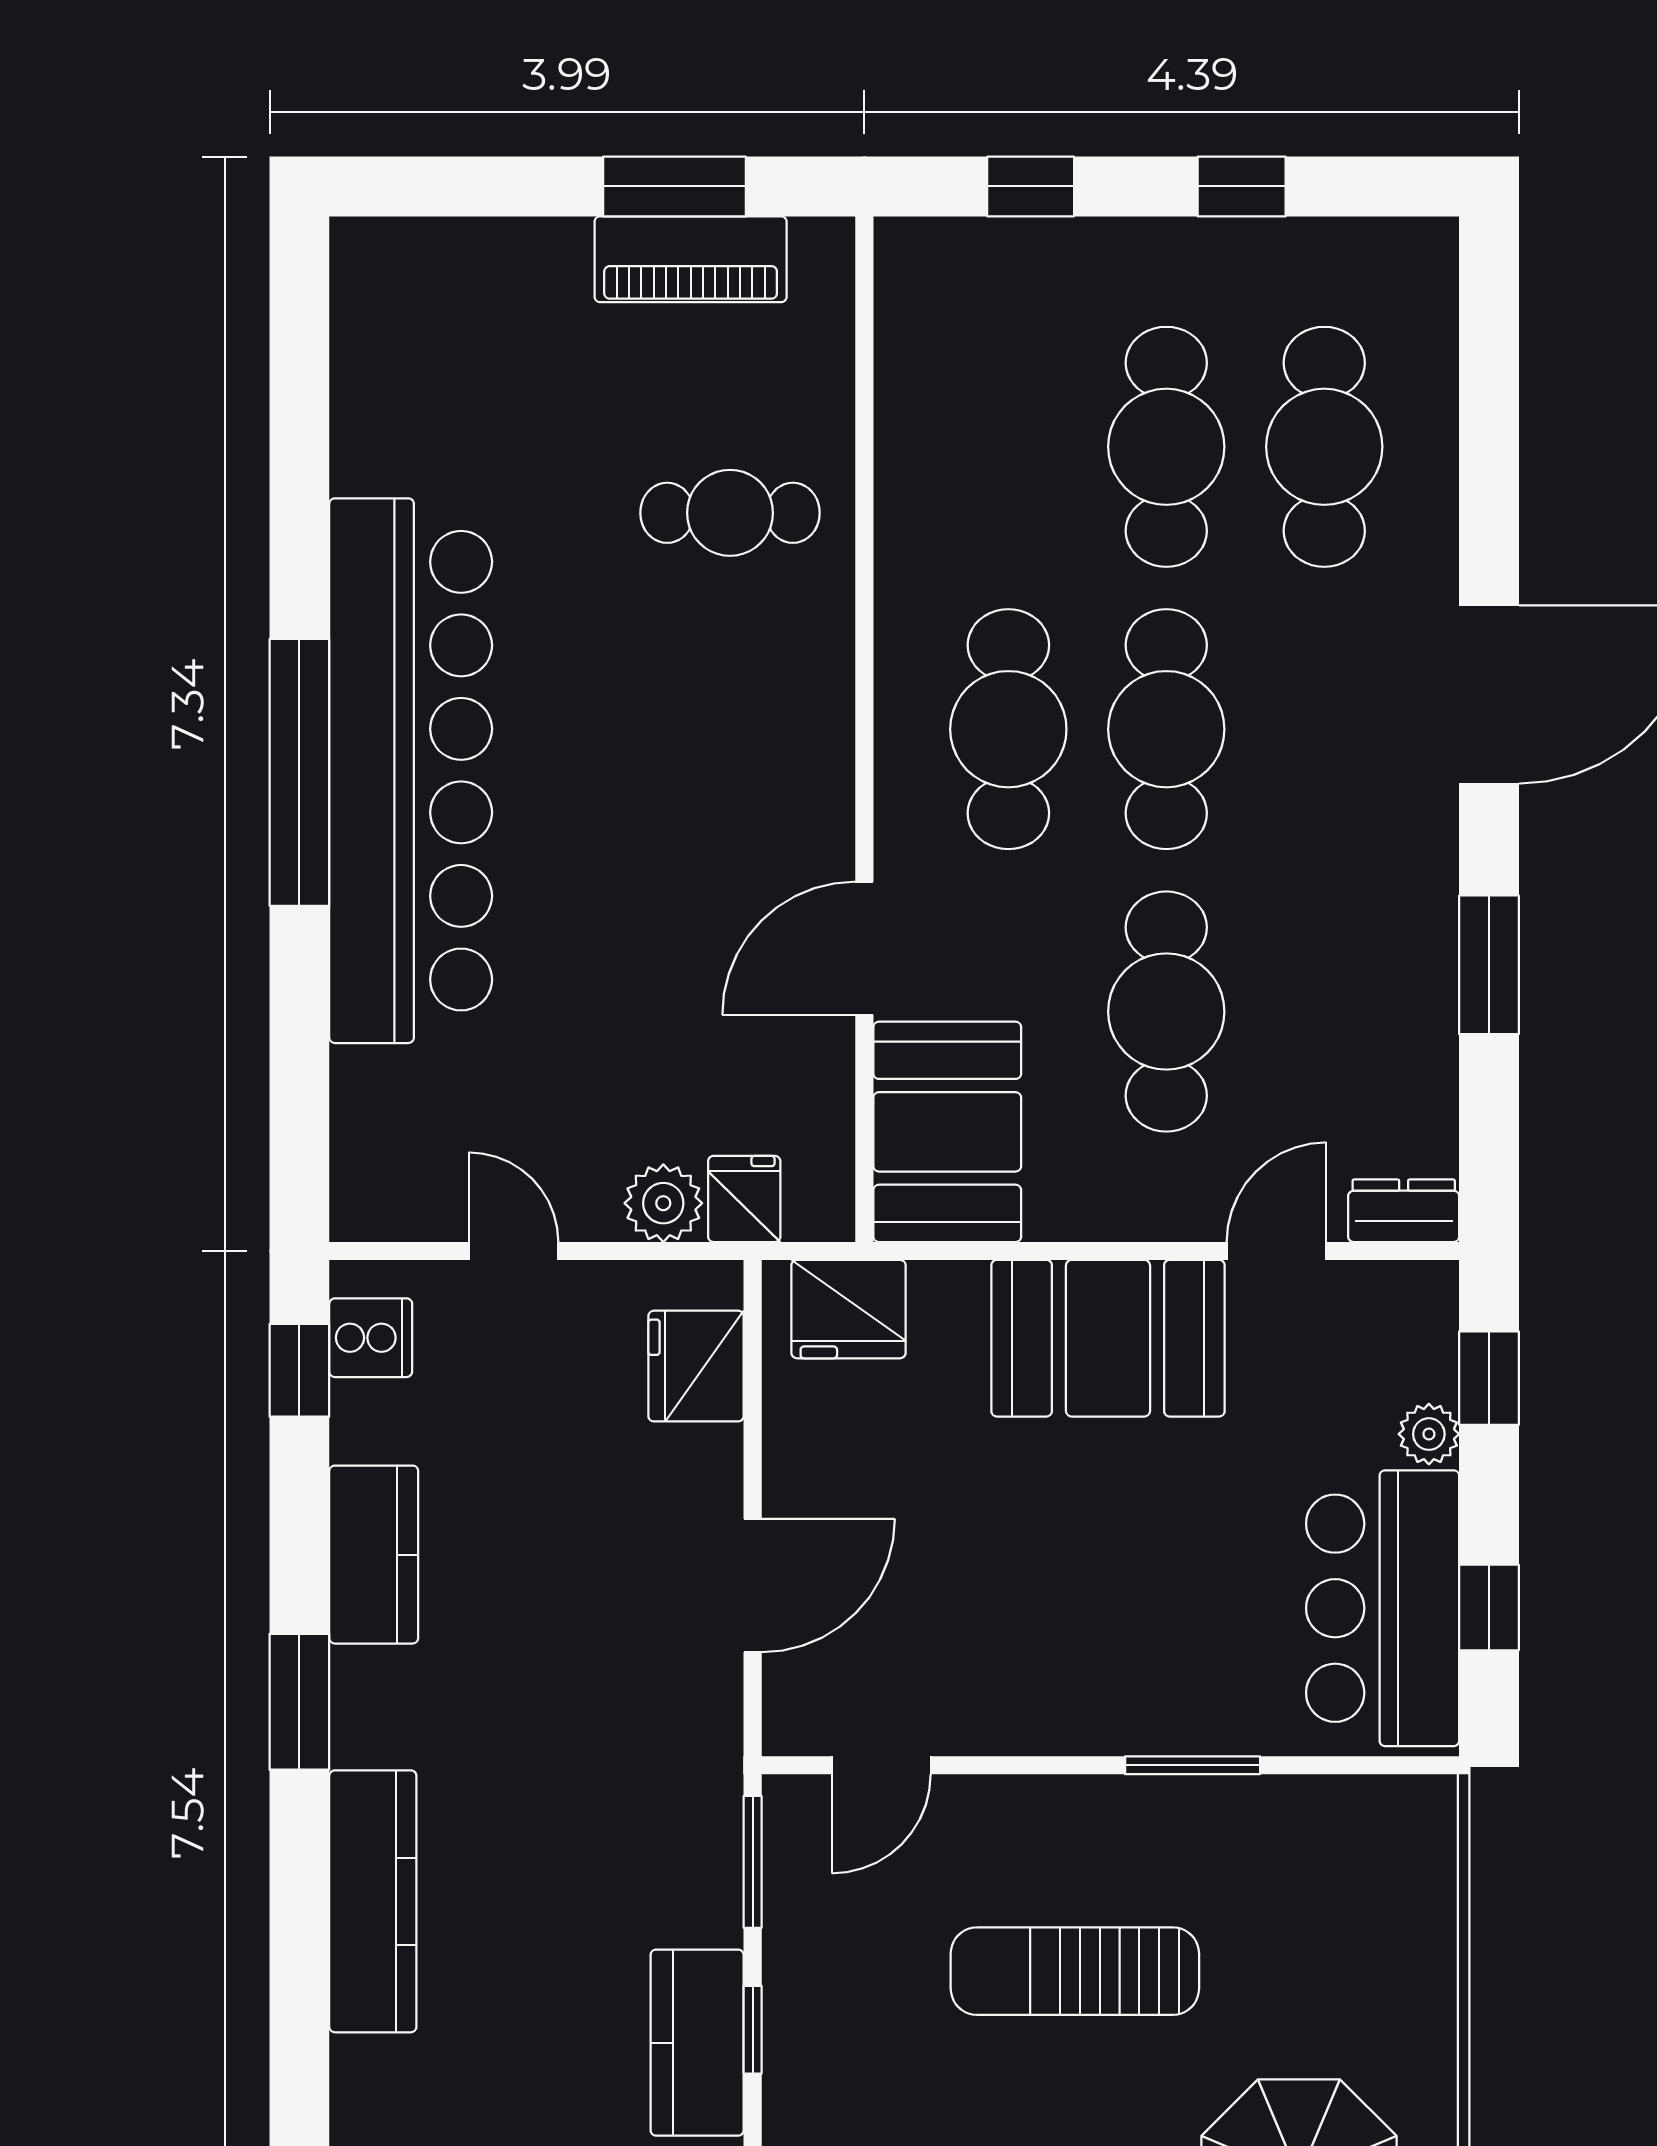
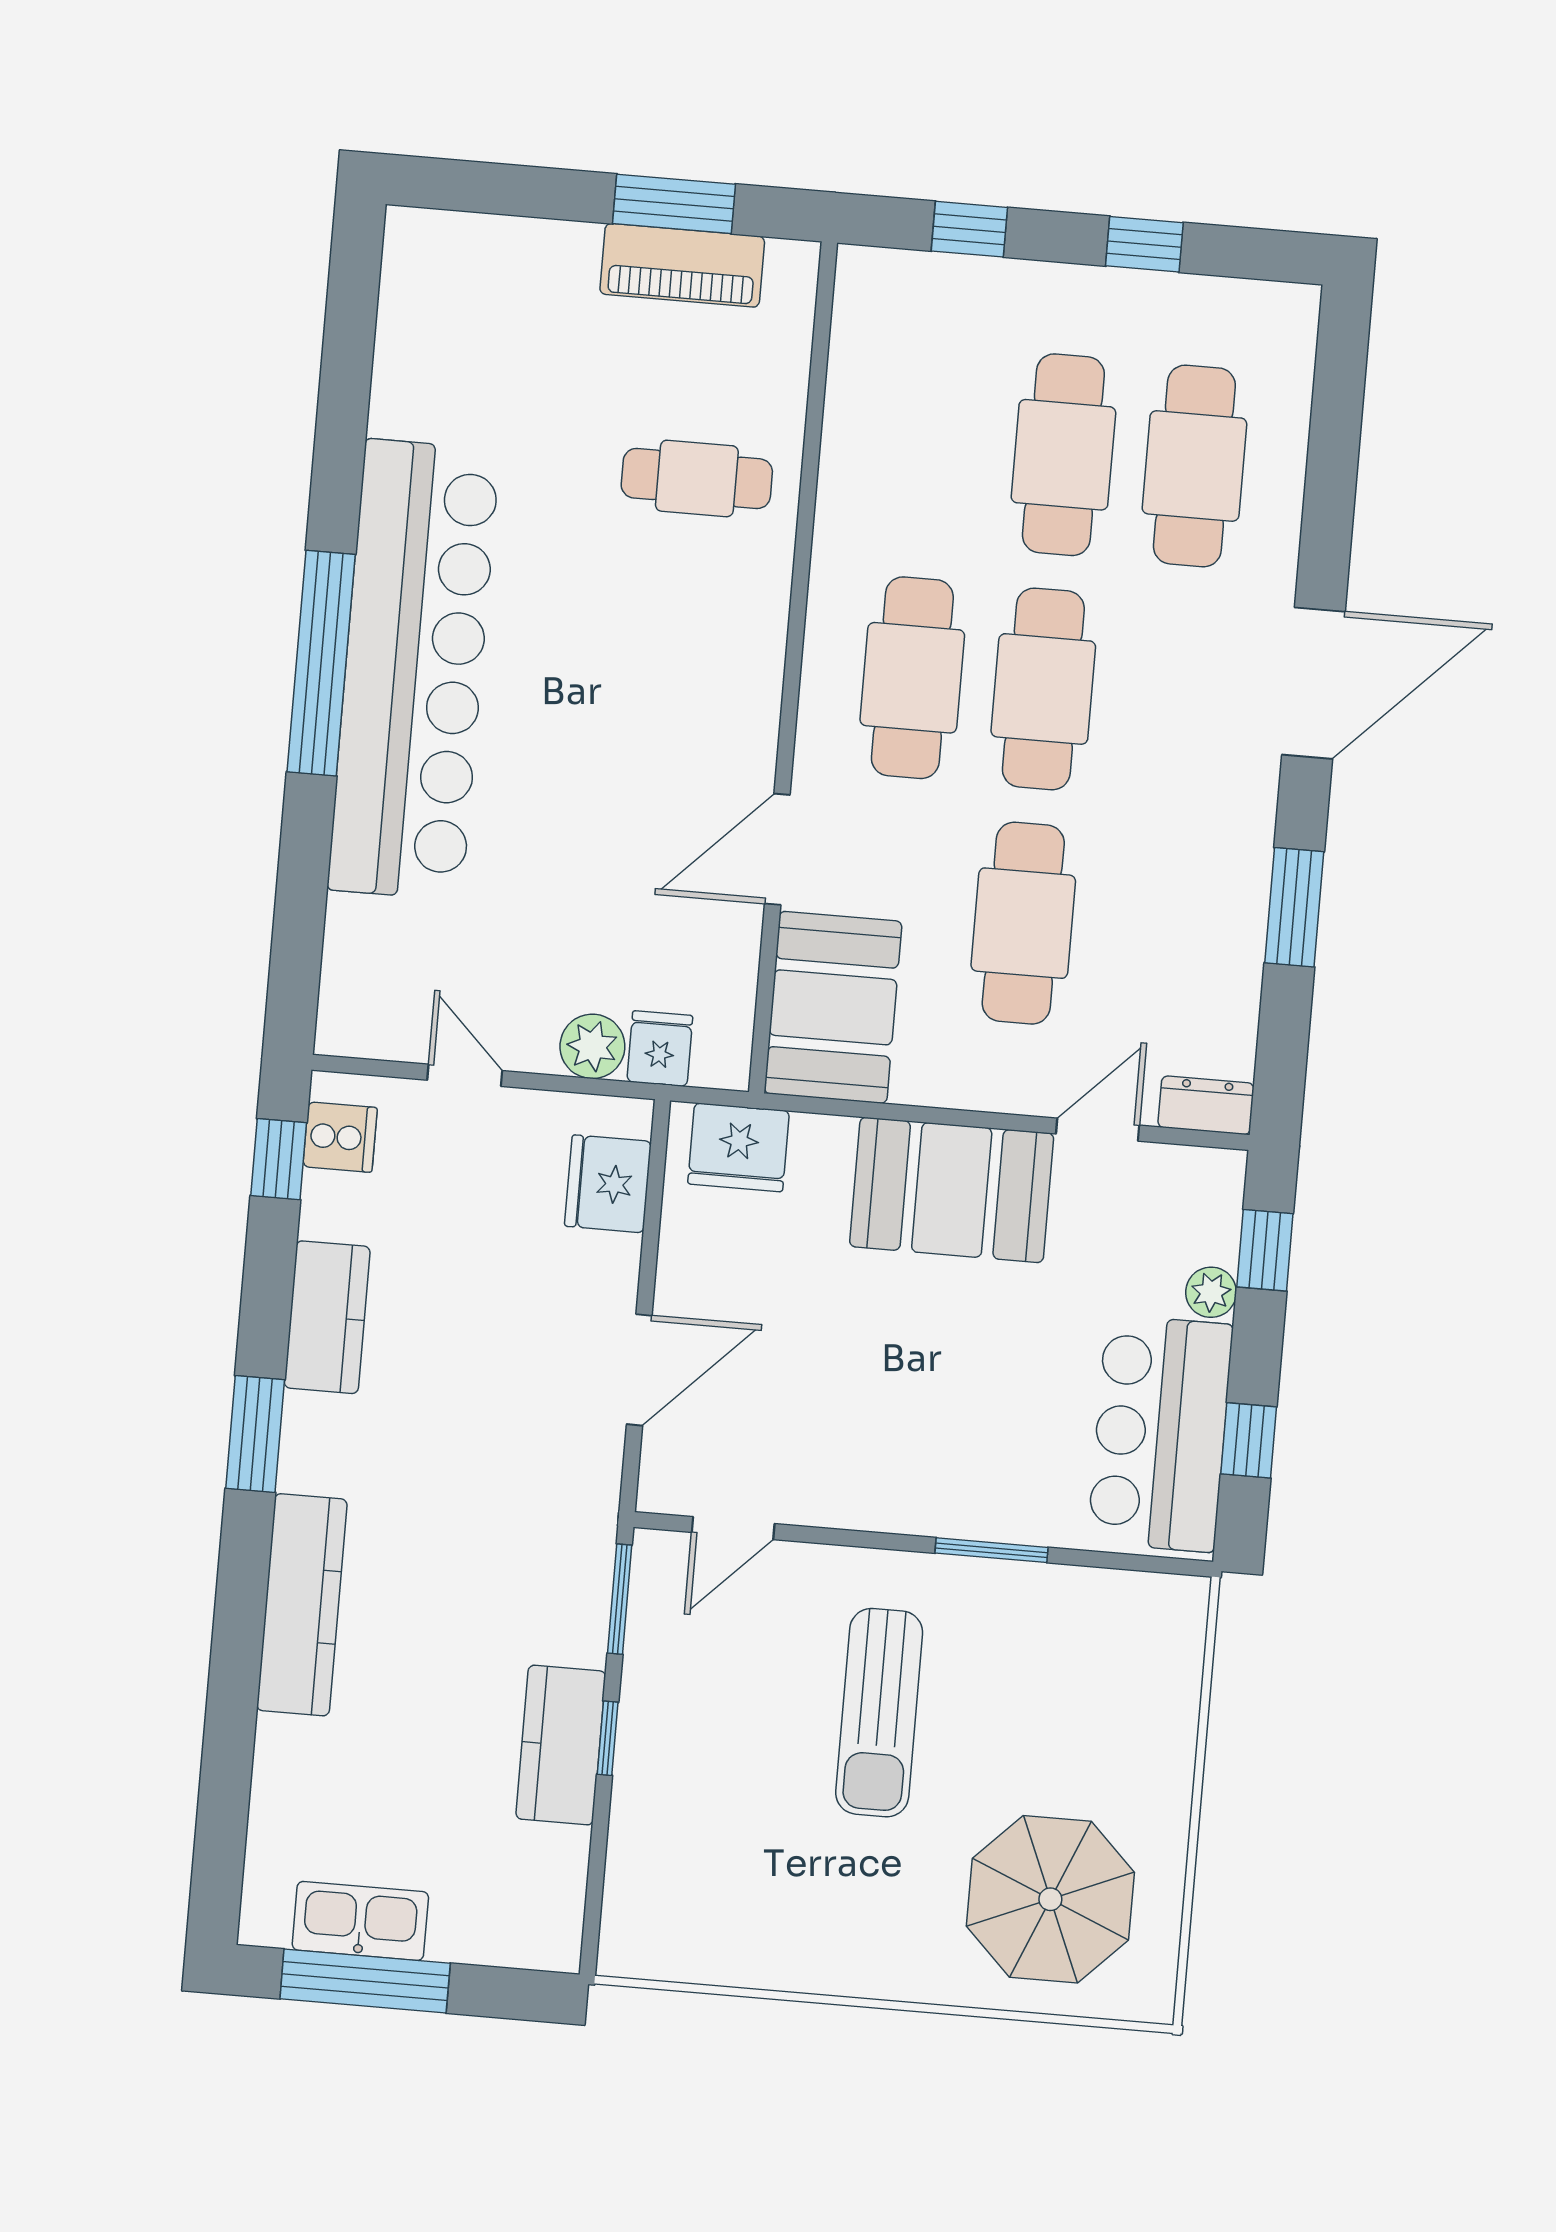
sun lounger: (1075, 1971) -> (879, 1713), turned -90

